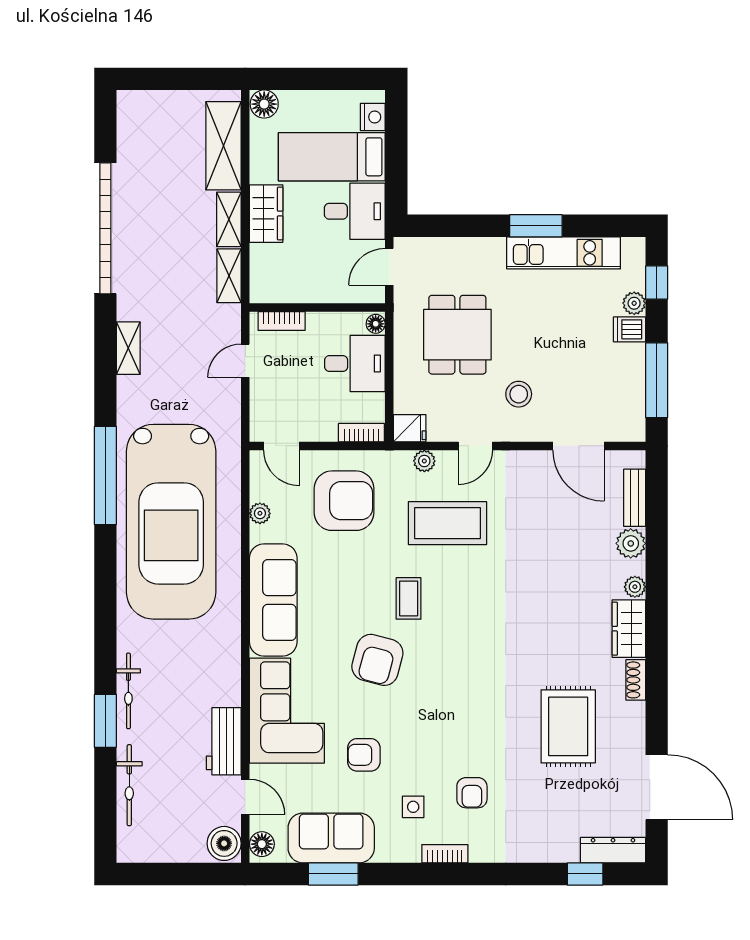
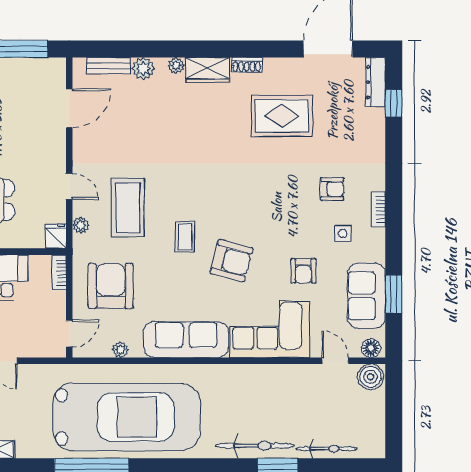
stool: (519, 394) -> (30, 154), removed
coffee table: (409, 598) -> (185, 237), turned 90
bicycle: (128, 691) -> (255, 446), width x1.37, depth x1.40
workbench: (224, 741) -> (293, 377), removed
door: (245, 797) -> (335, 361), hinge flipped

